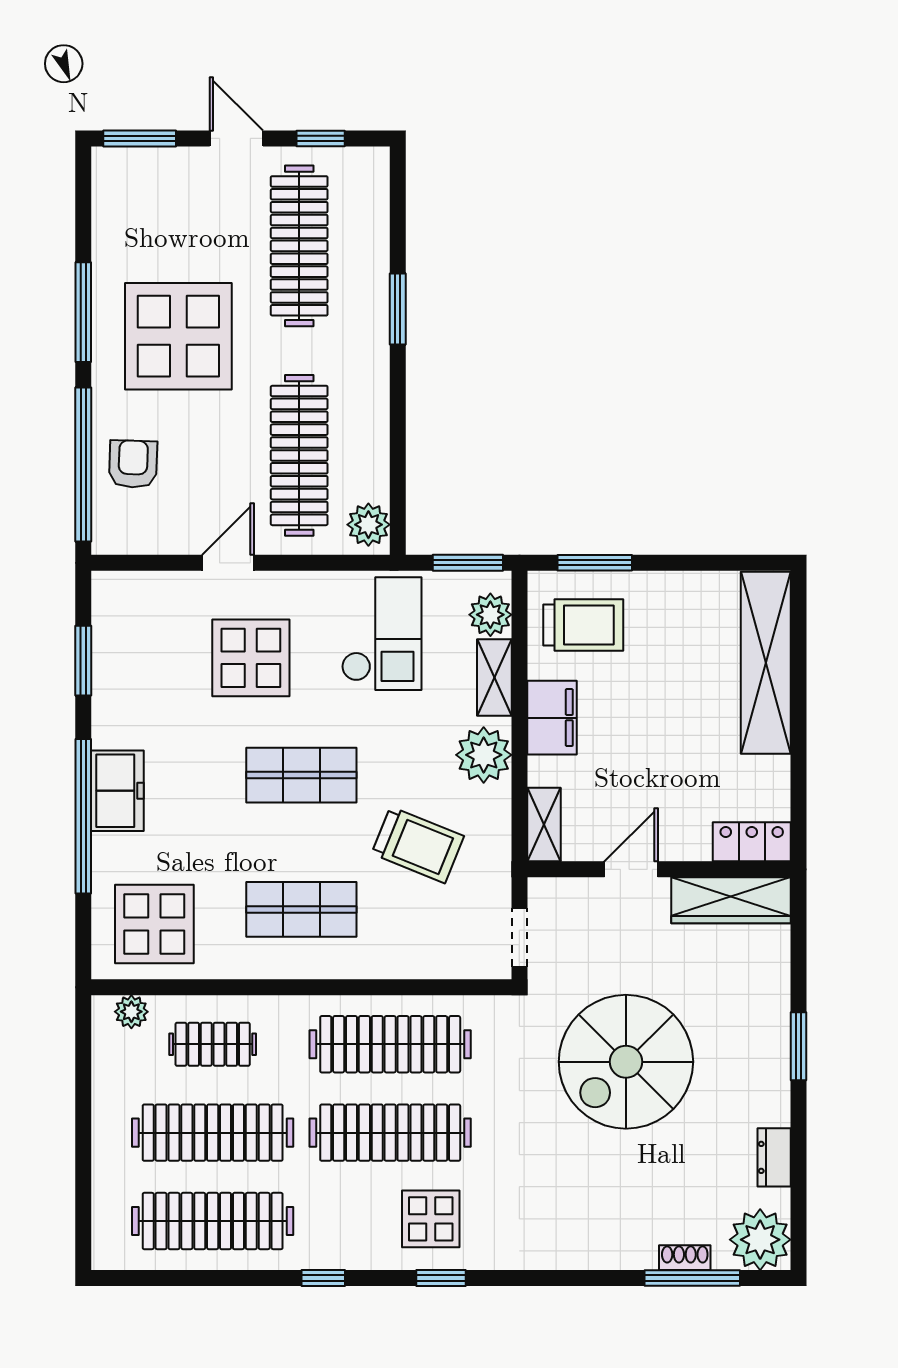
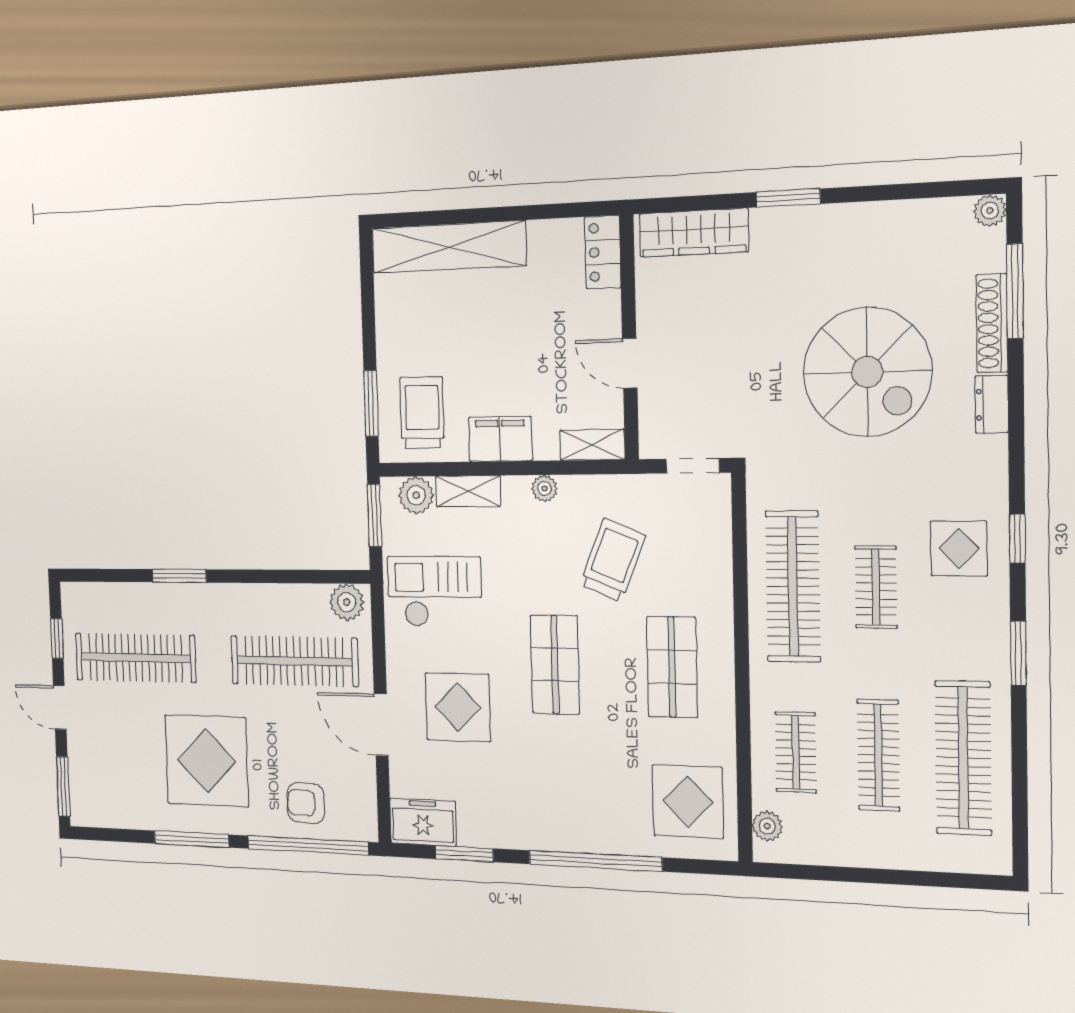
door: (236, 138) -> (60, 708), hinge flipped
door: (228, 563) -> (381, 725), width x1.38
plant: (484, 755) -> (544, 488), width x0.53, depth x0.53
freezer: (117, 791) -> (423, 822), moved
wardrobe: (731, 900) -> (694, 233), moved, turned 90
spiral stairs: (626, 1062) -> (867, 372), moved
clothes rail: (213, 1133) -> (878, 755), width x0.73, depth x0.76
clothes rail: (390, 1133) -> (876, 587), width x0.54, depth x0.76
dresser: (774, 1157) -> (992, 404), moved, turned 90
plant: (760, 1240) -> (990, 211), width x0.53, depth x0.53
shoe rack: (685, 1258) -> (992, 323), width x1.94, depth x1.24
window: (323, 1278) -> (1018, 653), width x1.50

